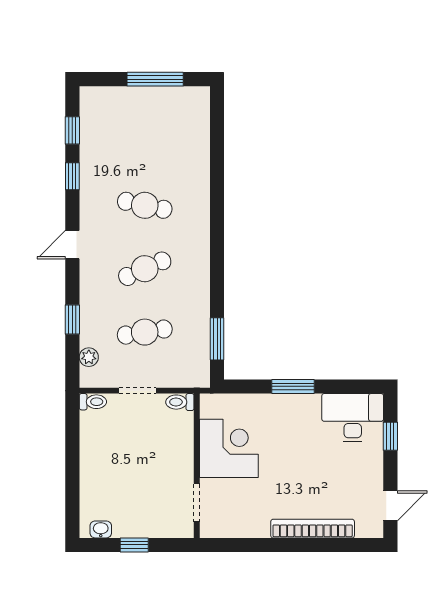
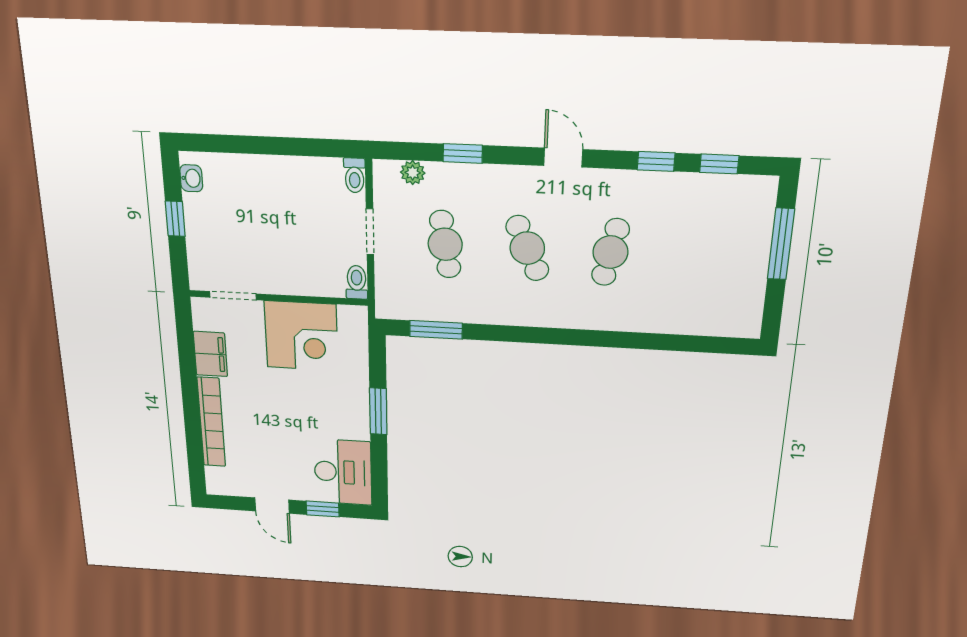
window: (155, 79) -> (781, 244), moved
door: (390, 506) -> (272, 506), moved
filing cabinet: (249, 525) -> (210, 354), added

